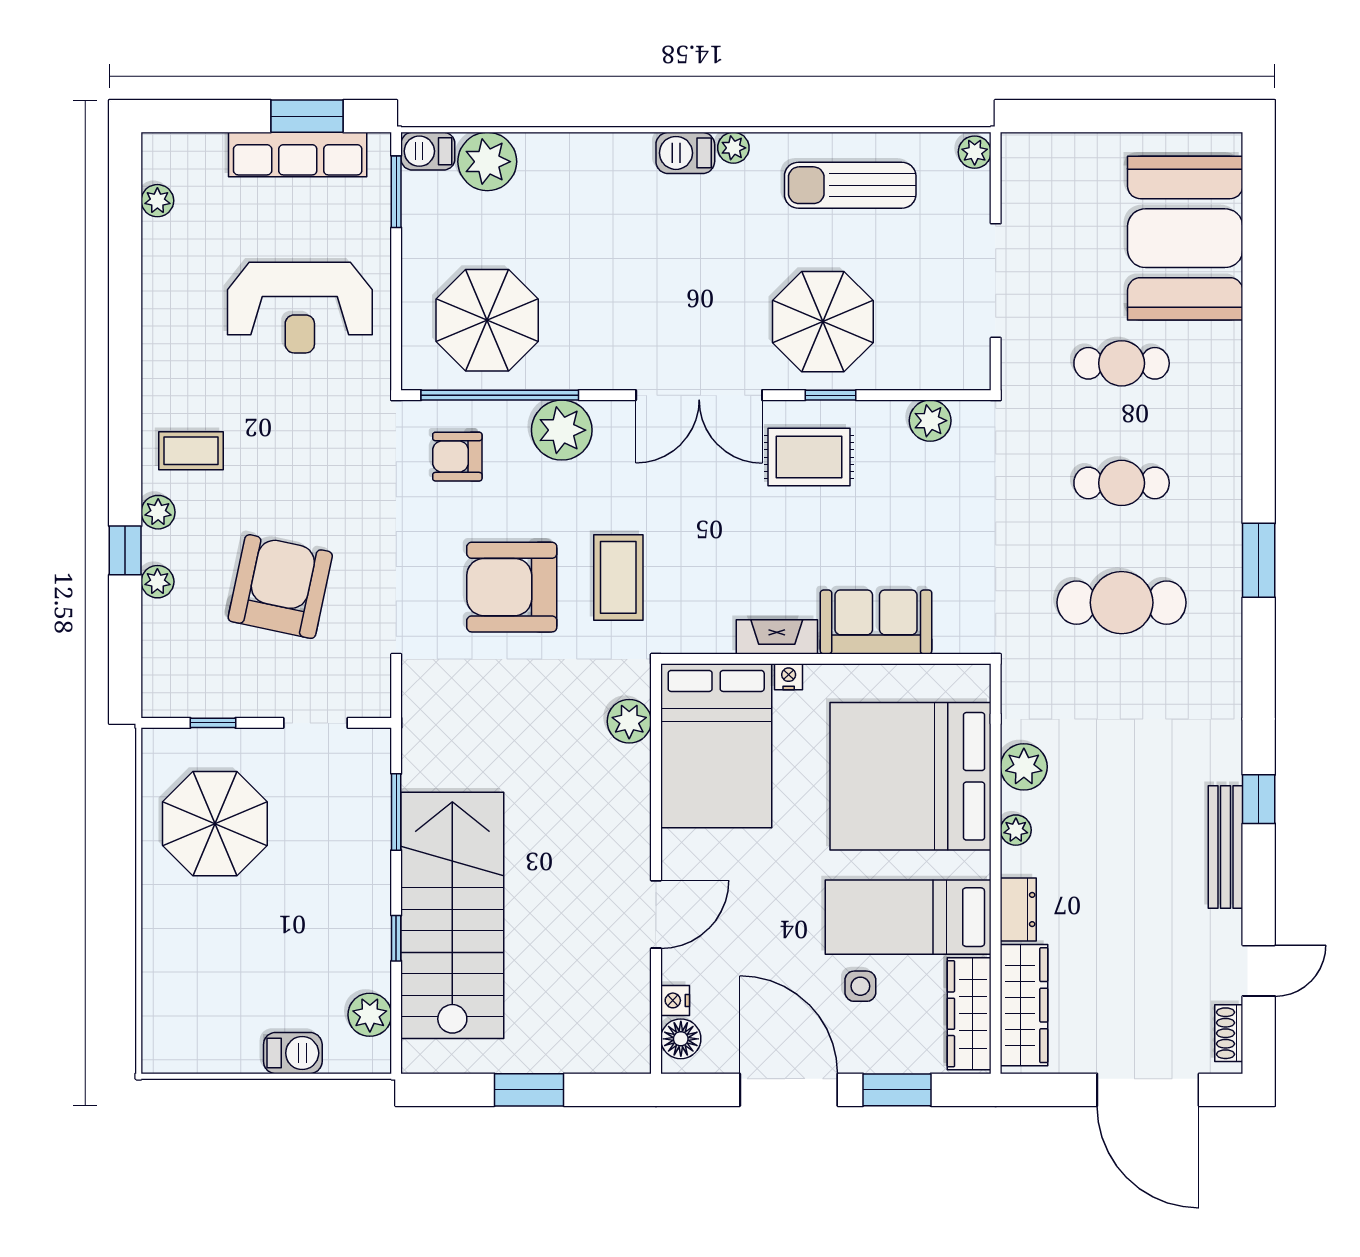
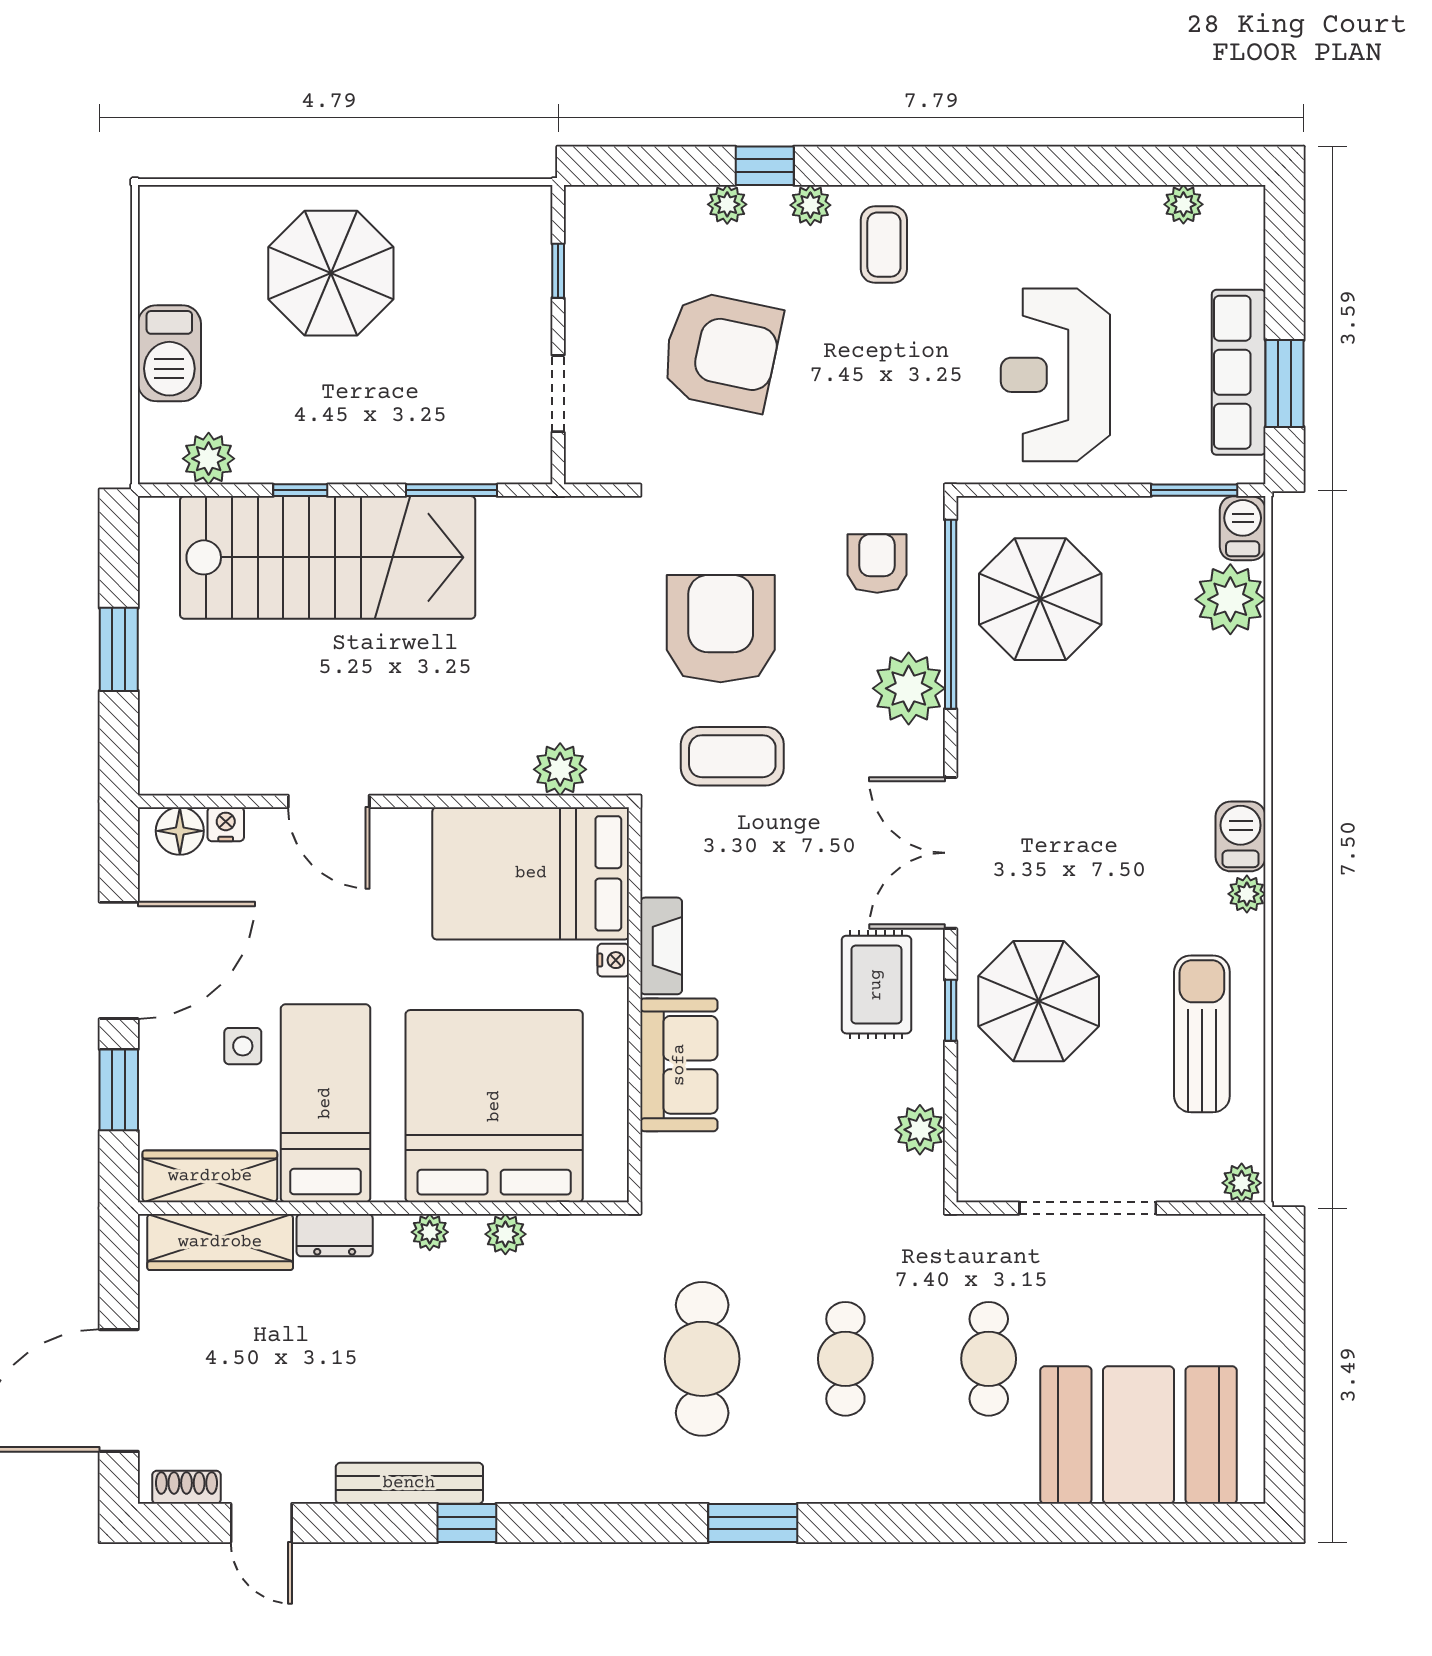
plant: (1024, 767) -> (505, 1234), width x0.73, depth x0.73
parasol: (215, 824) -> (331, 273), moved
barbecue: (293, 1053) -> (169, 353), width x1.38, depth x1.27

